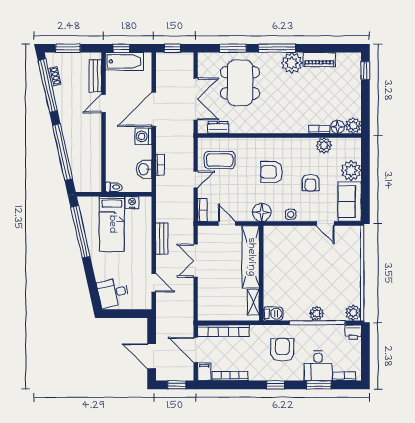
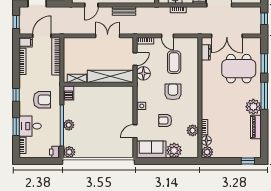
coffee table: (220, 160) -> (174, 62), moved
floor lamp: (262, 212) -> (143, 73), moved

